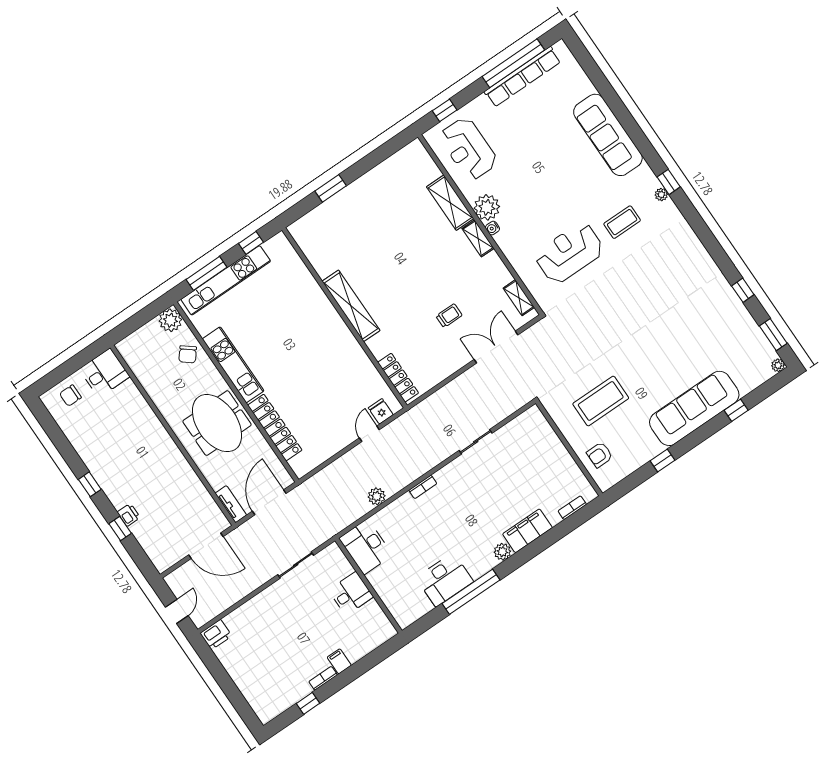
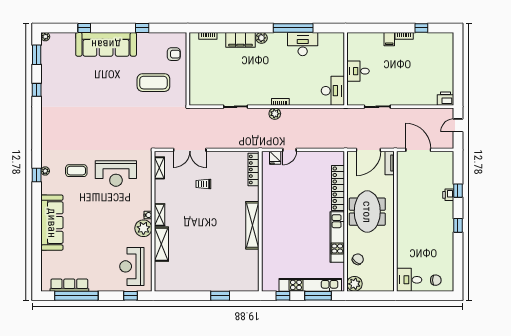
row of seats: (523, 77) -> (69, 285), width x0.73
reception desk: (468, 149) -> (132, 266), turned 180
plant: (377, 496) -> (275, 114), moved

